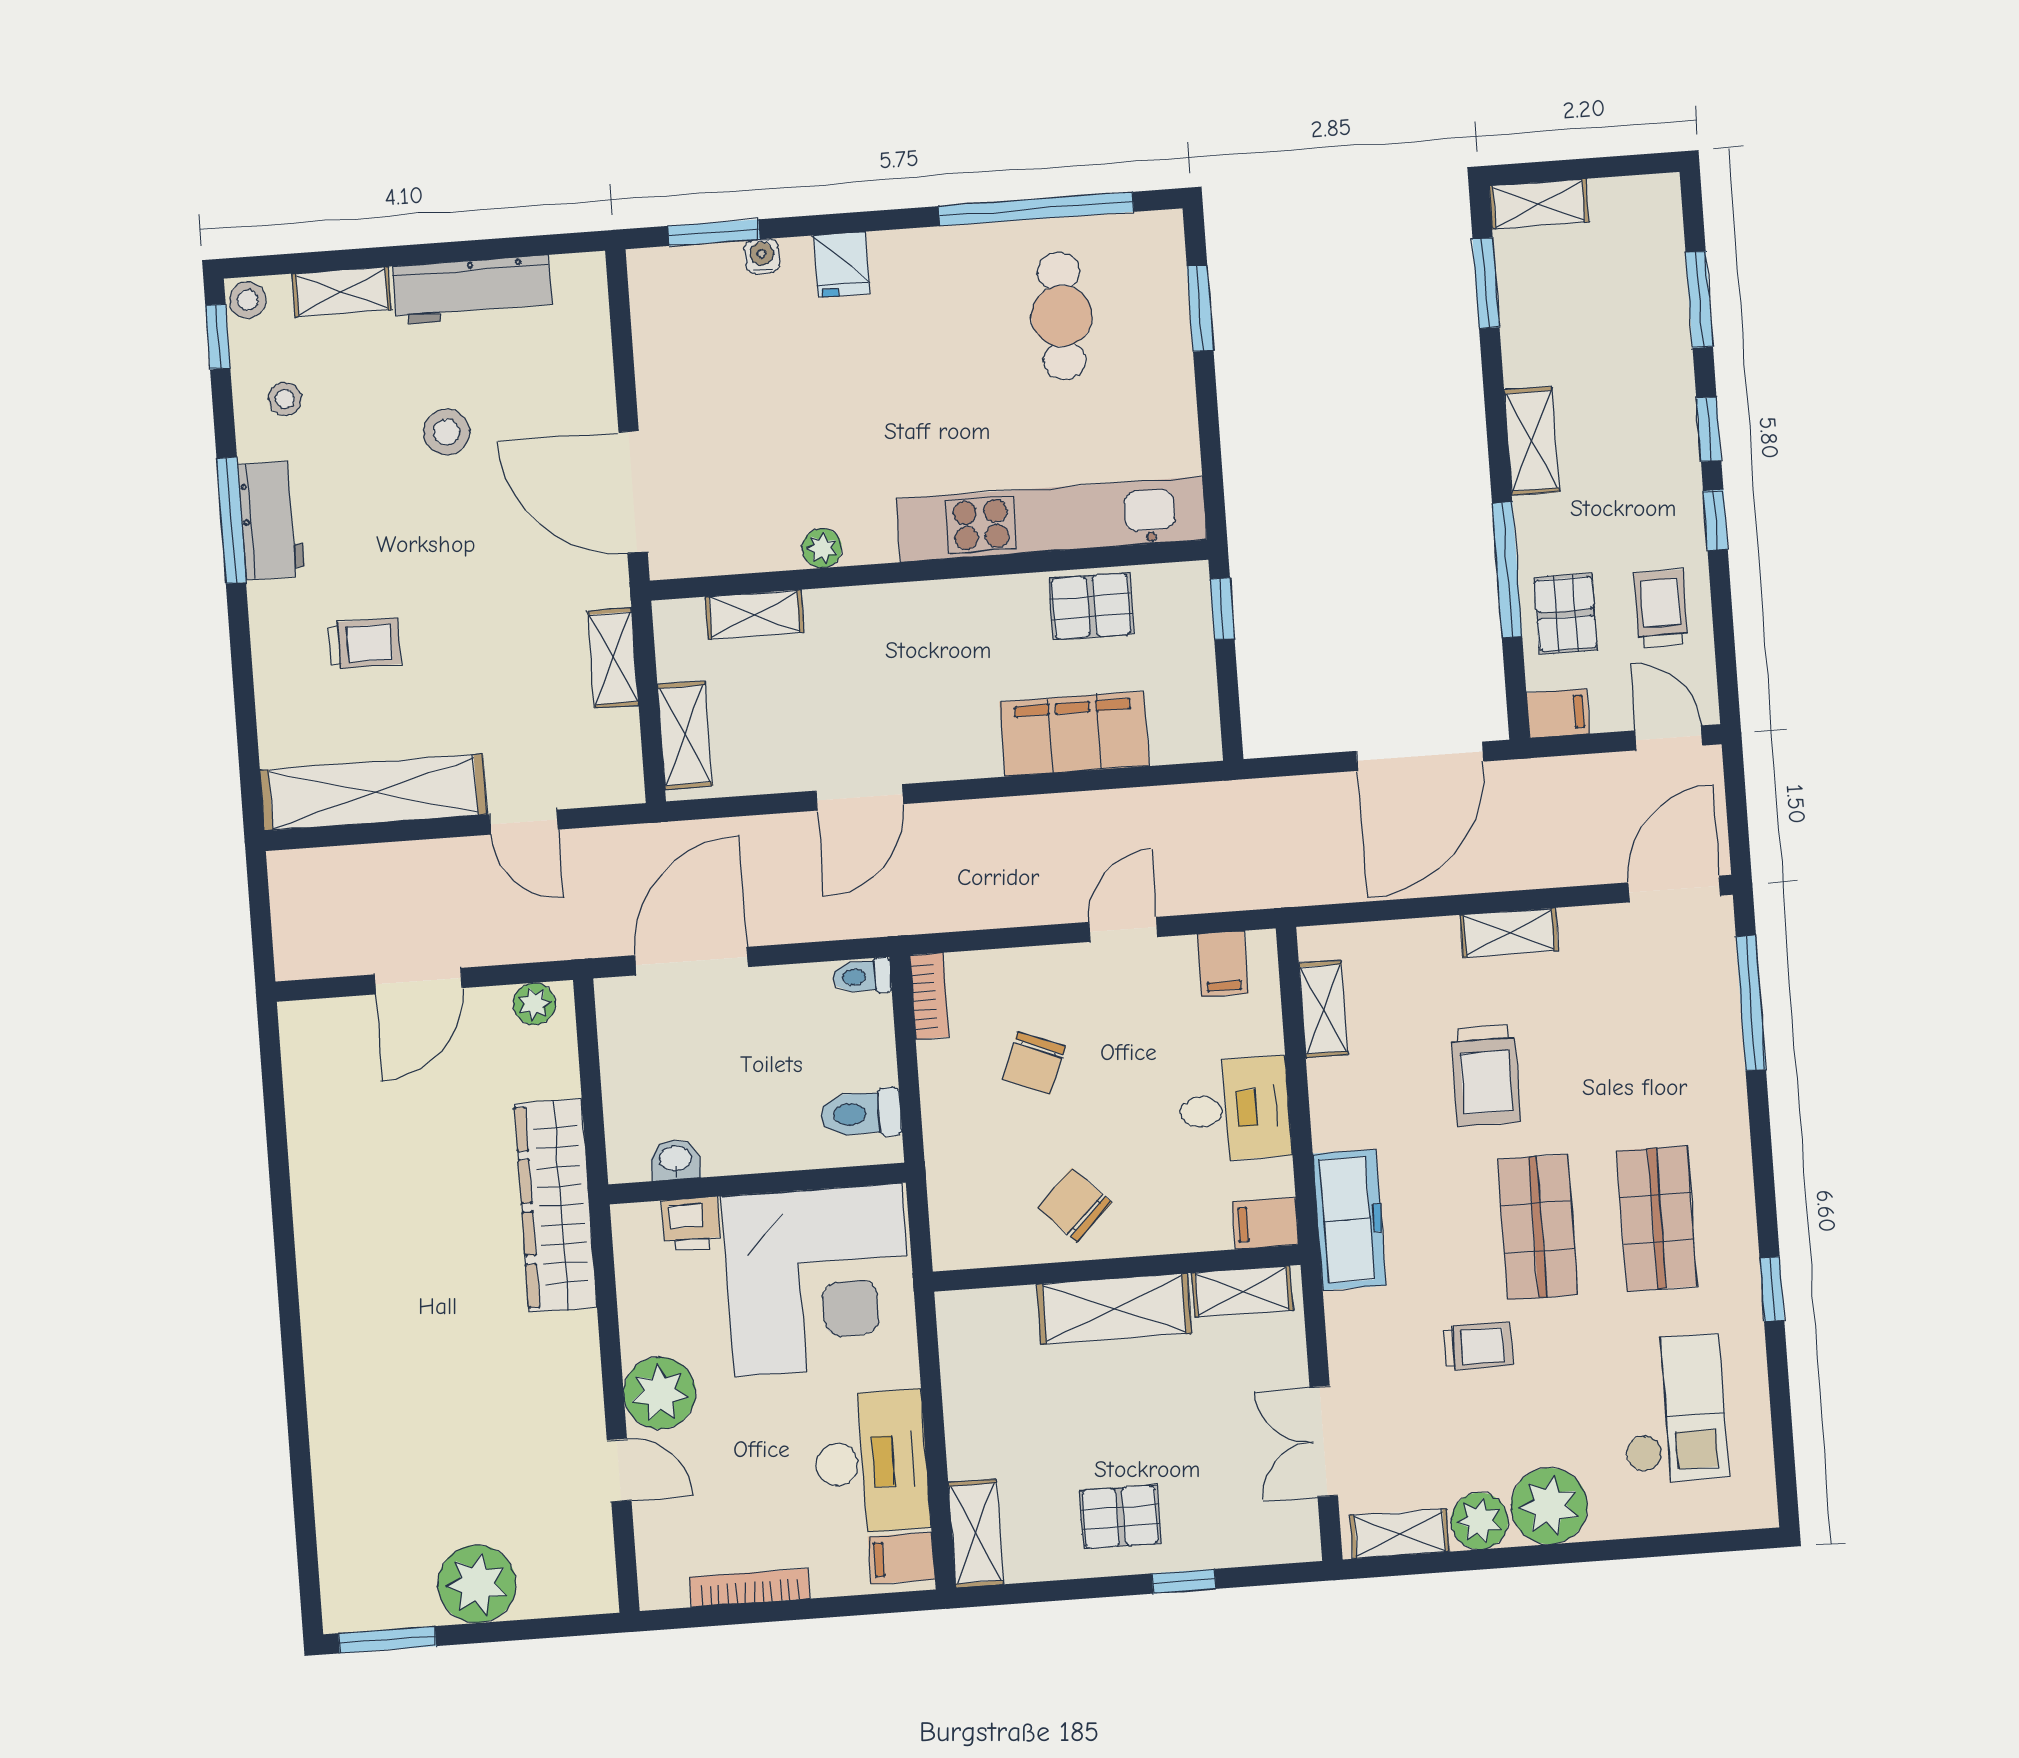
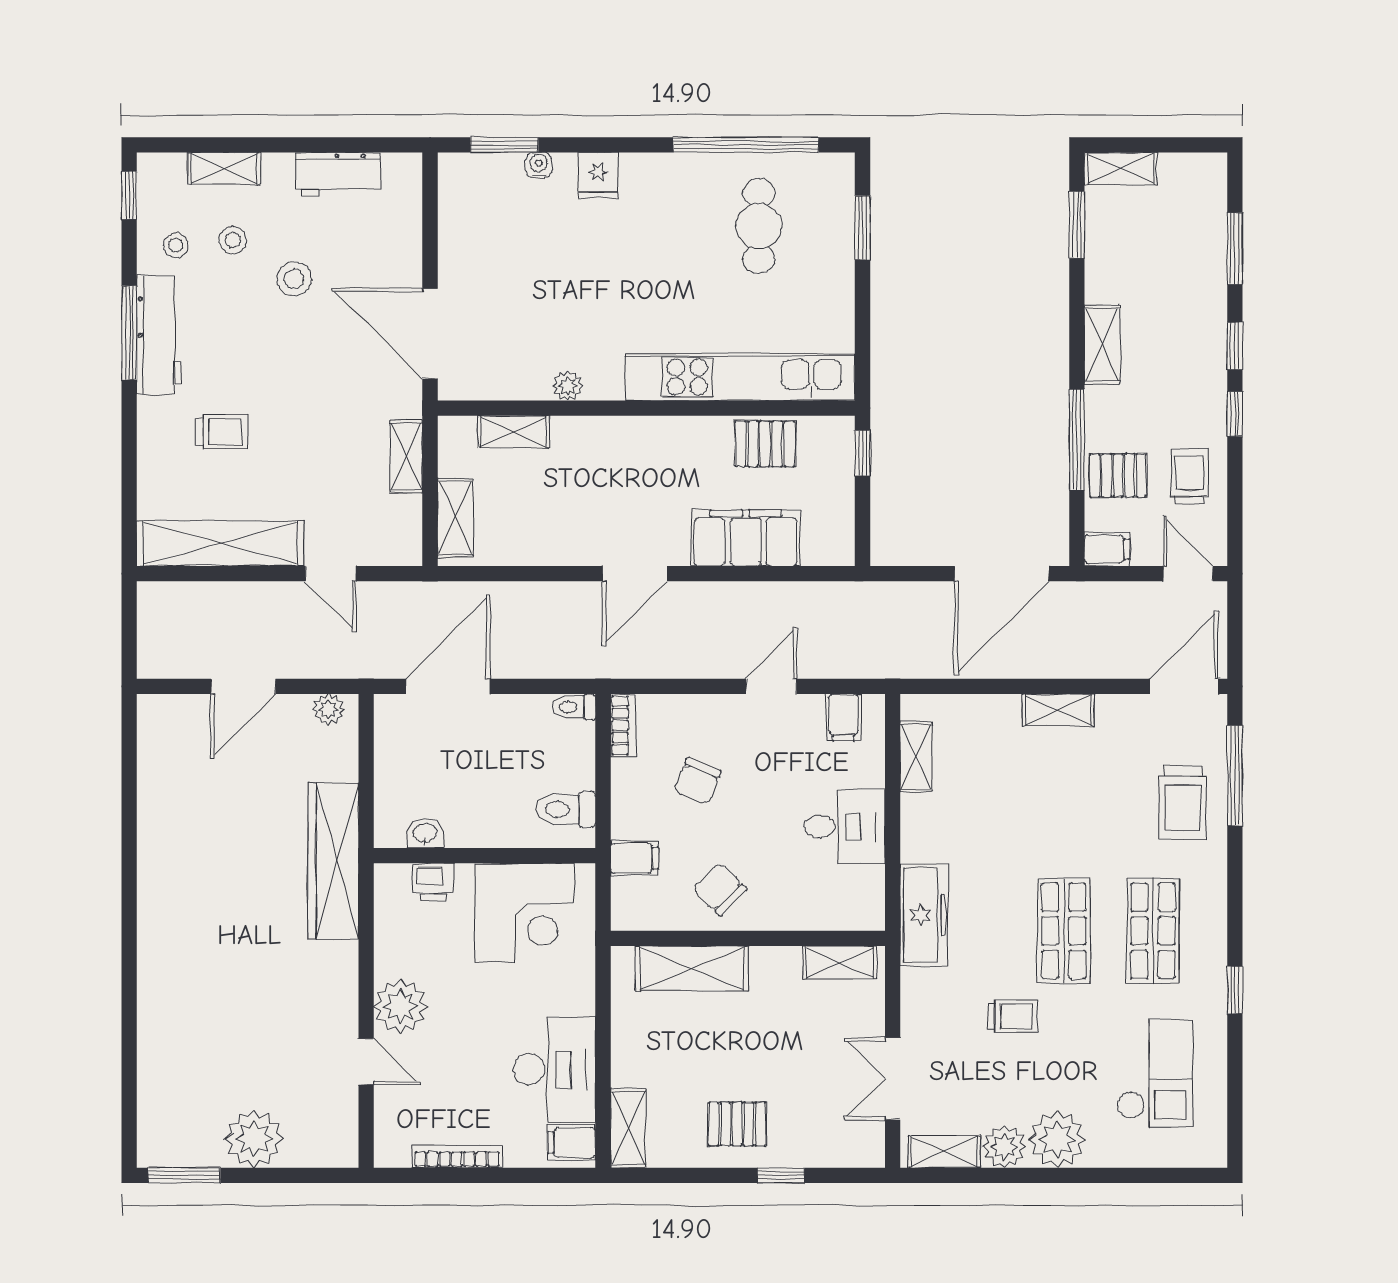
workbench: (473, 290) -> (337, 174), width x0.73
stool: (248, 300) -> (233, 240), moved
workbench: (271, 520) -> (159, 335), width x1.38
pallet: (1566, 614) -> (1118, 475), turned 90
door: (860, 797) -> (635, 574), moved
trolley: (1486, 1075) -> (1183, 802), moved
filing cabinet: (1266, 1223) -> (634, 858), moved, turned 180
corner desk: (818, 1280) -> (525, 913), width x0.74, depth x0.74
shelving: (1114, 1309) -> (692, 968), moved

